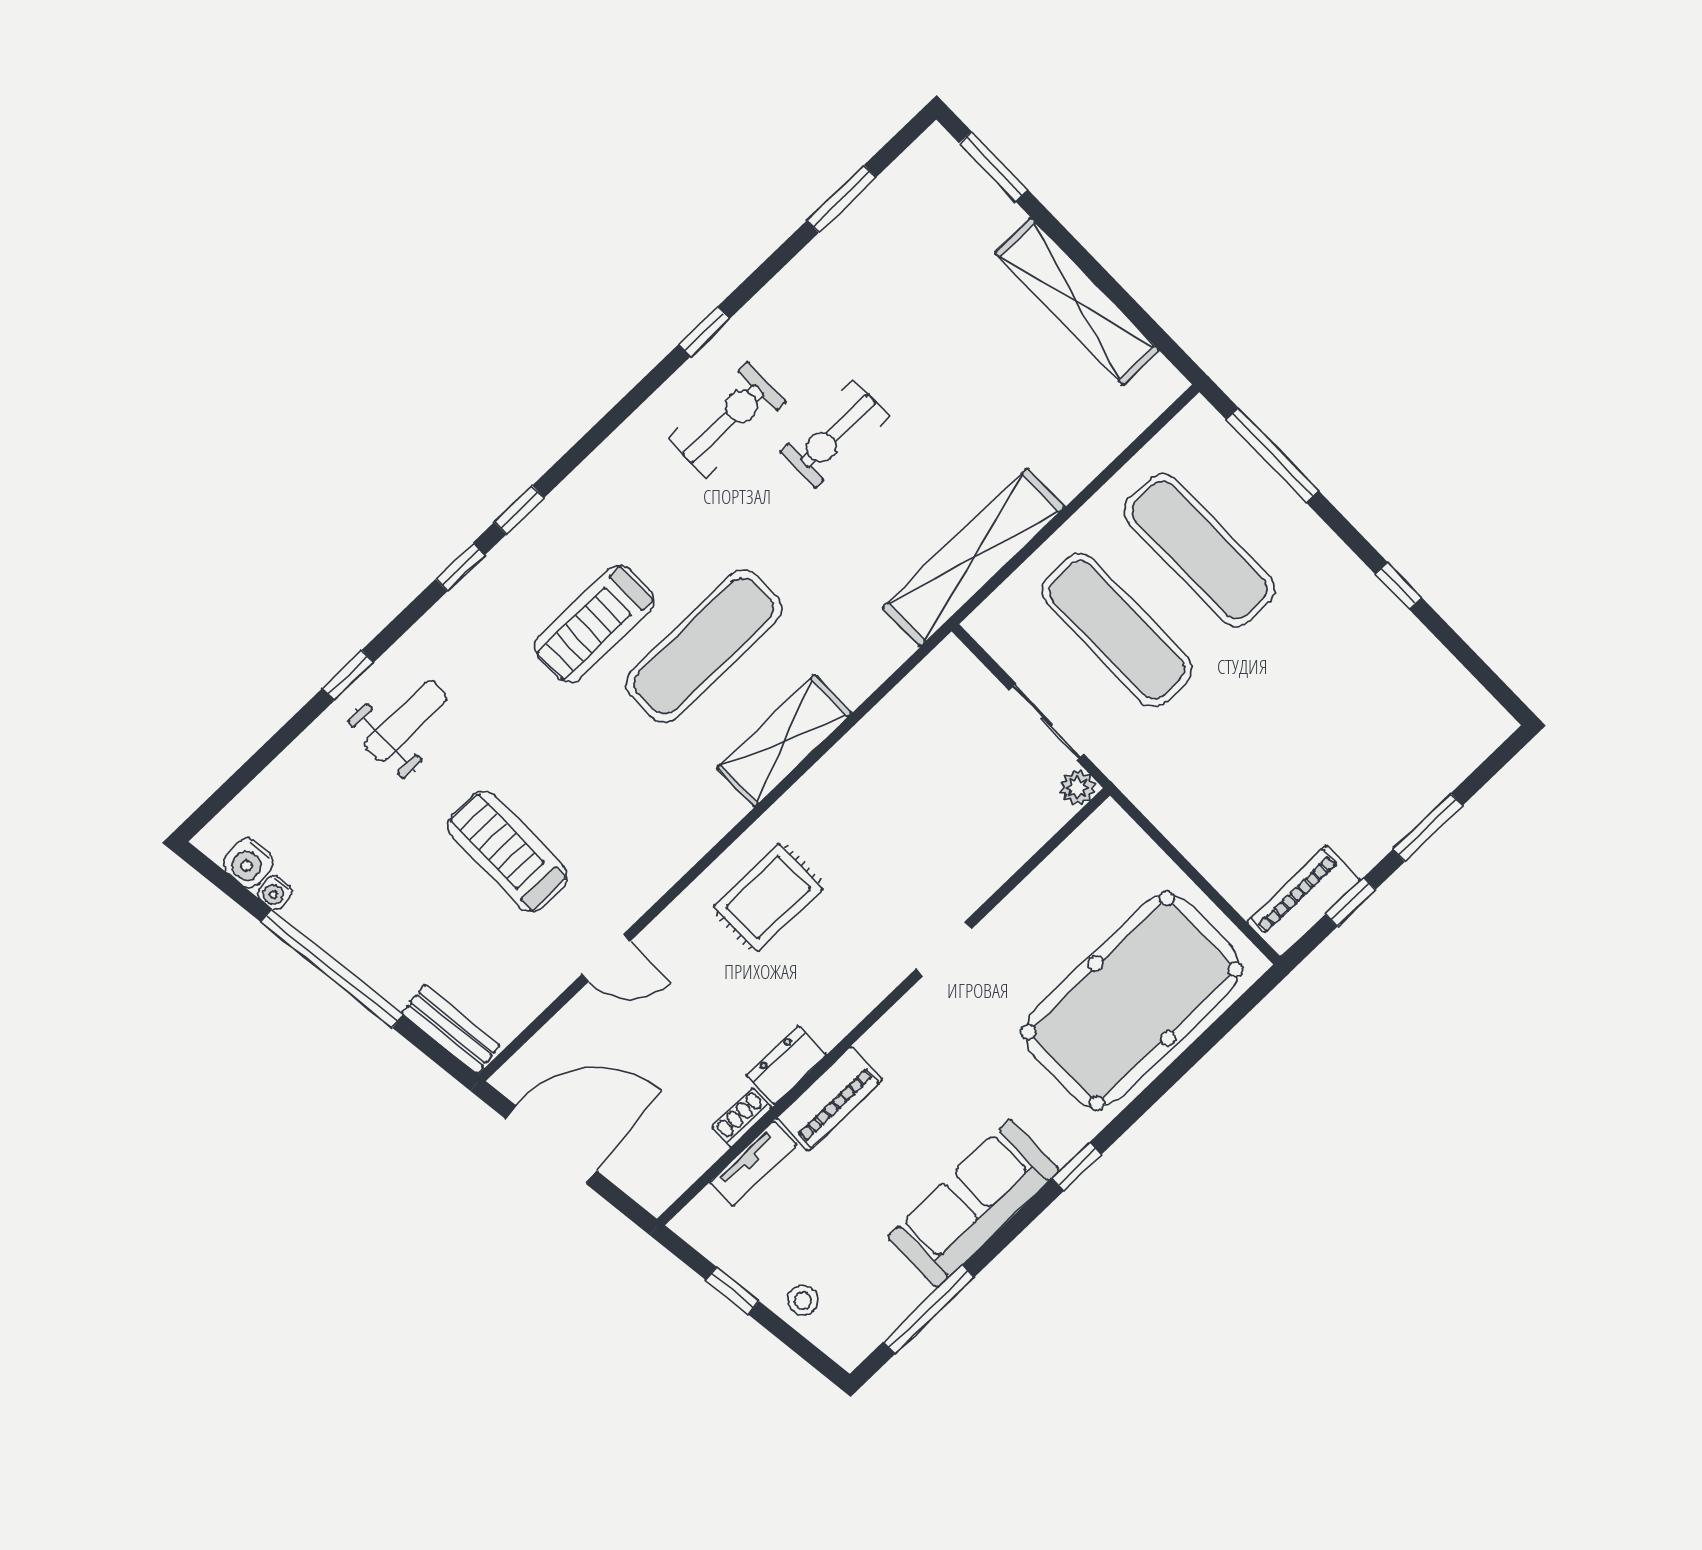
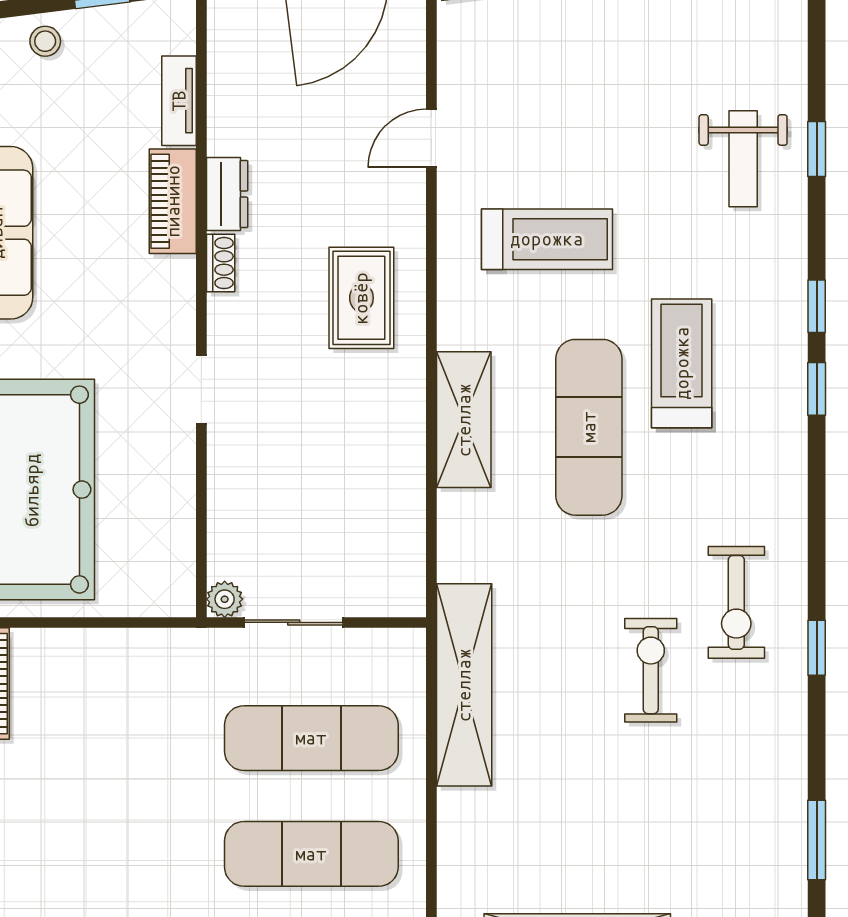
treadmill: (507, 851) -> (547, 239), moved
shoe rack: (742, 1117) -> (221, 263), moved

